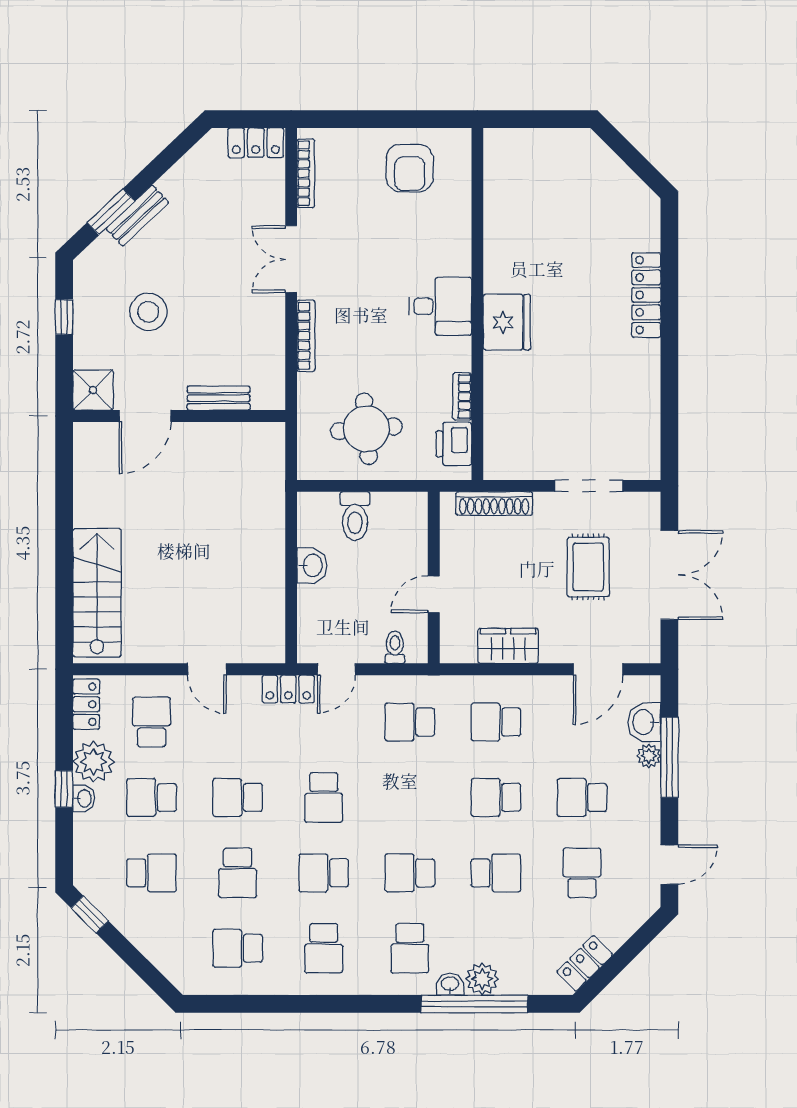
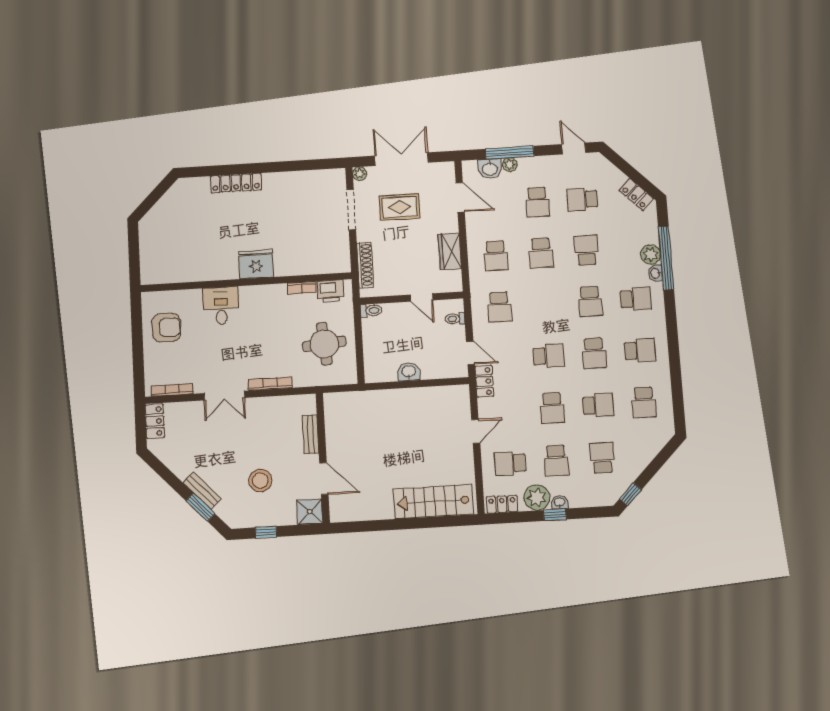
desk: (440, 306) -> (221, 306), moved
plant: (649, 503) -> (360, 174), added
toilet: (355, 516) -> (371, 311), moved, width x0.73, depth x0.72

